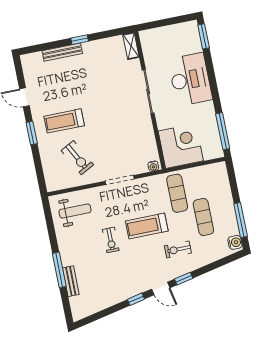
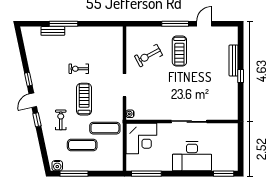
shelving: (131, 46) -> (228, 115), removed
treadmill: (64, 121) -> (179, 51), turned 180
window: (32, 133) -> (175, 24), width x1.44
weight bench: (75, 211) -> (107, 45), removed

